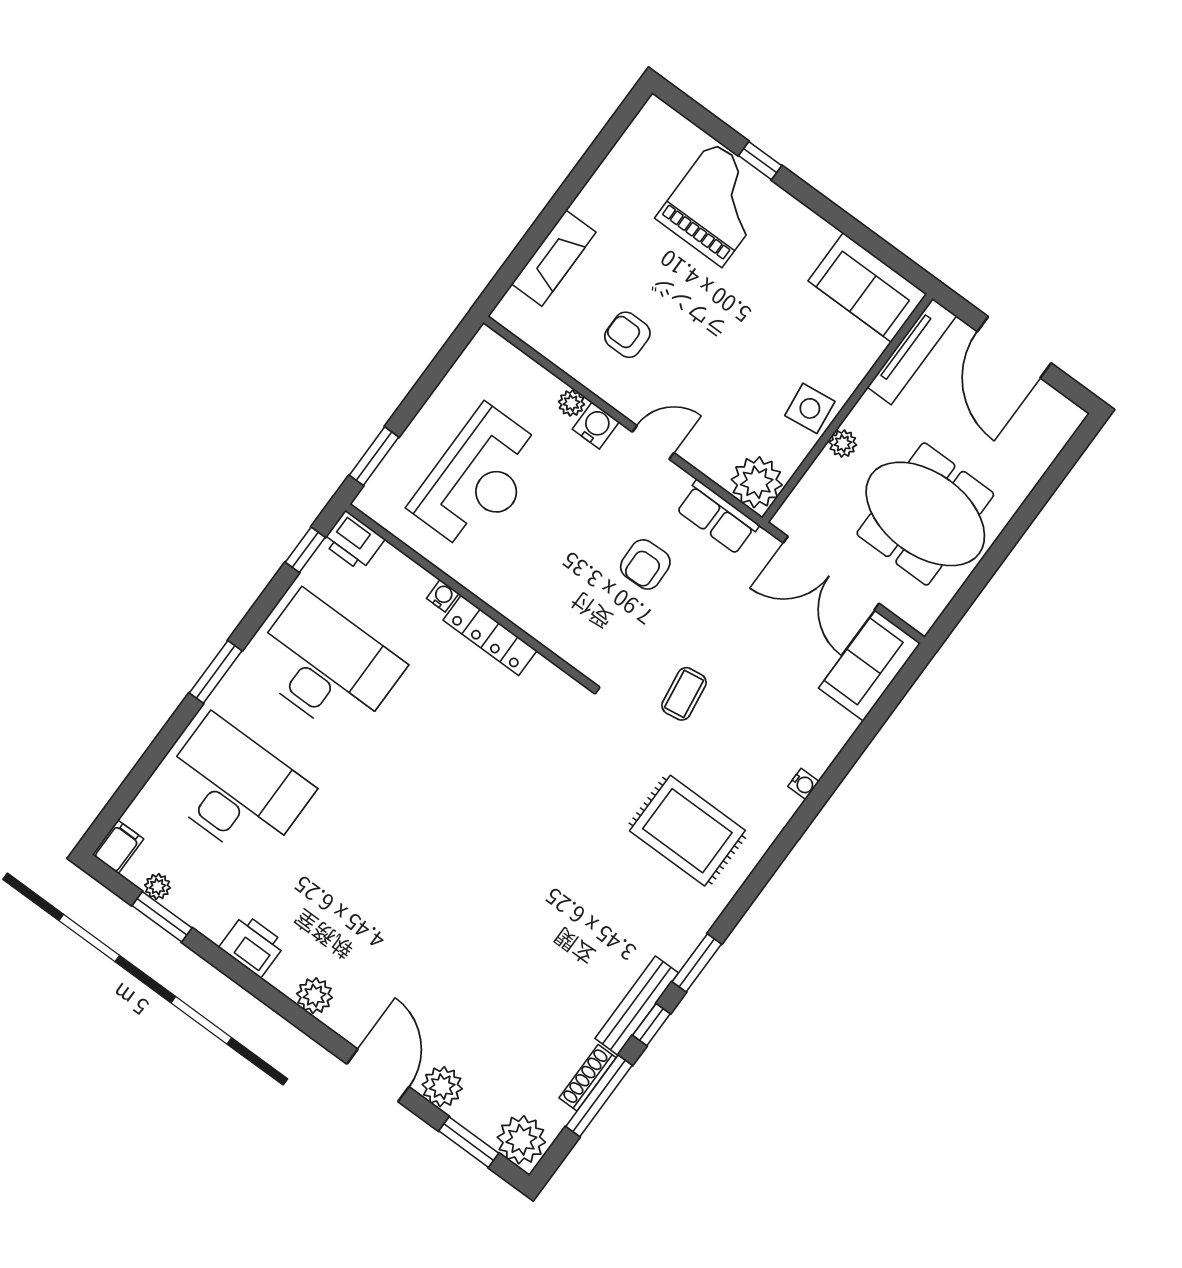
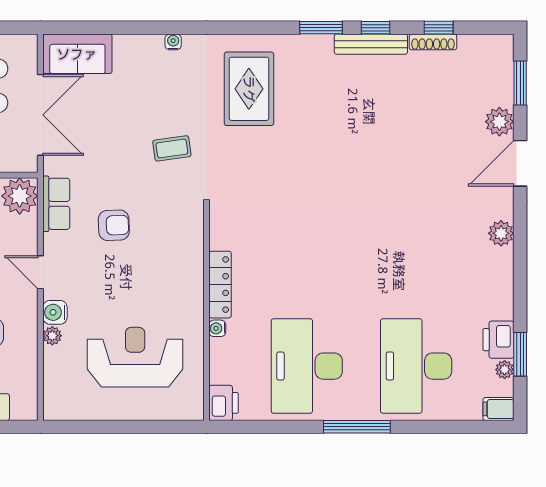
window: (374, 456) -> (166, 427), removed
window: (305, 550) -> (249, 427), removed
window: (216, 672) -> (357, 427), width x1.44
printer: (252, 946) -> (498, 340), moved
window: (599, 1096) -> (439, 28), width x0.46
plant: (521, 1140) -> (497, 54), removed

